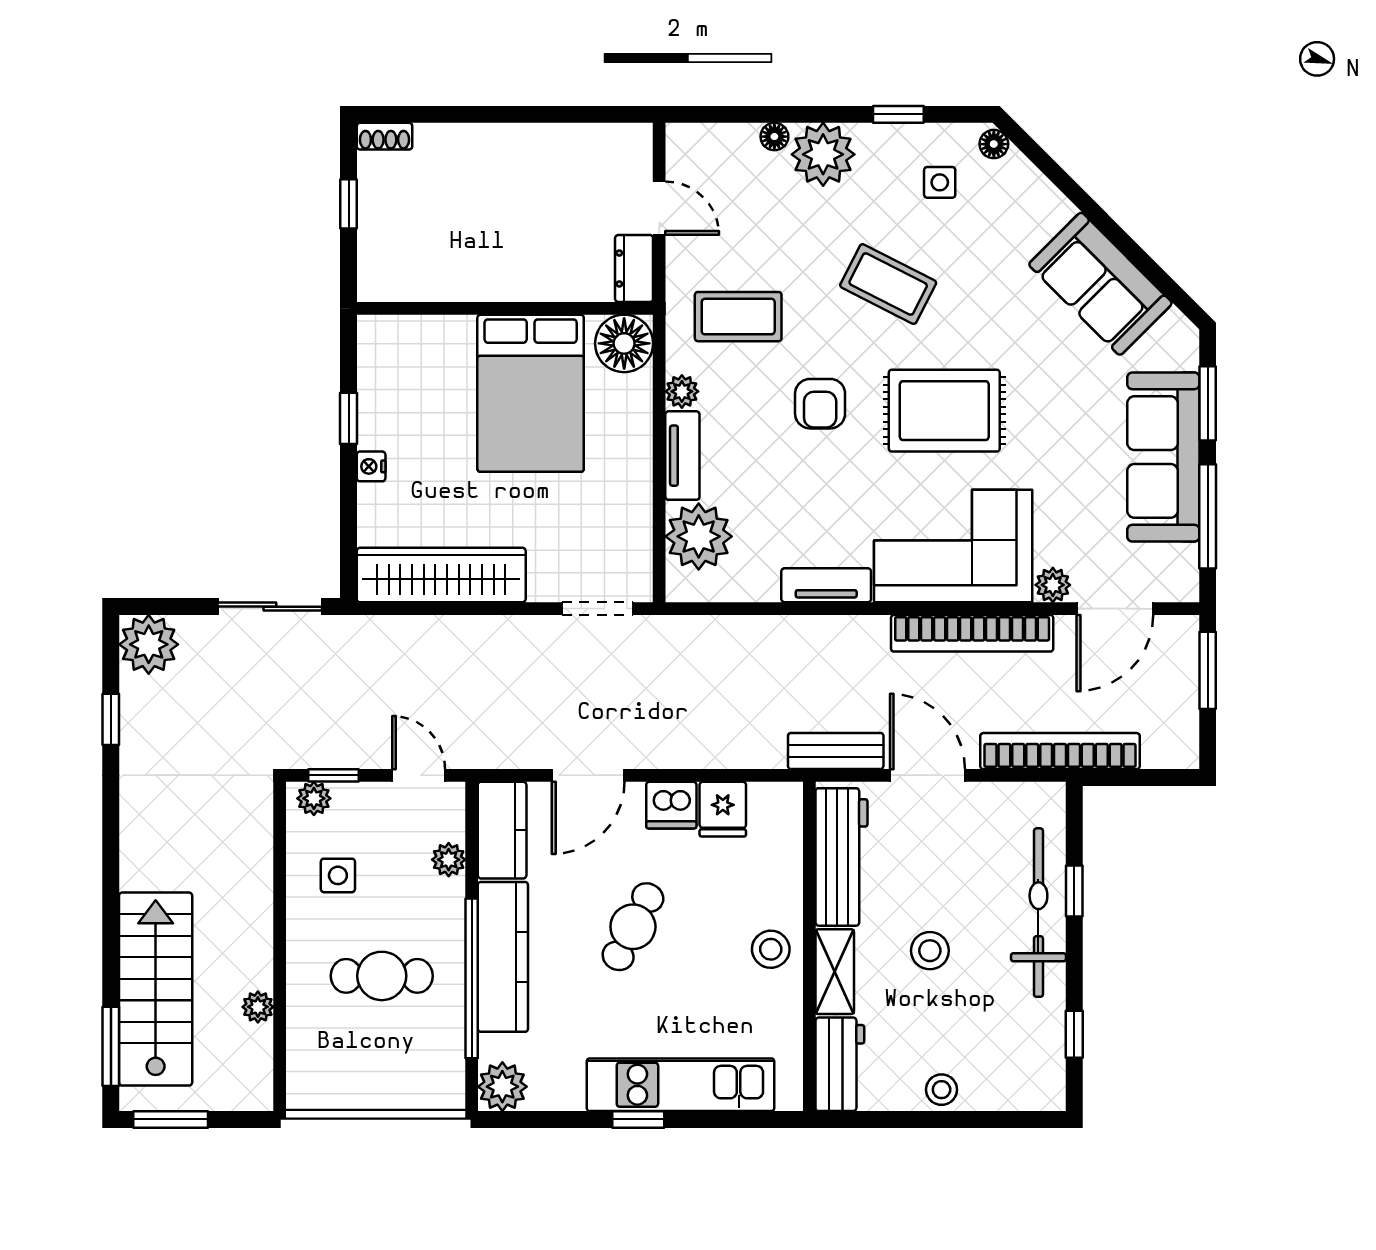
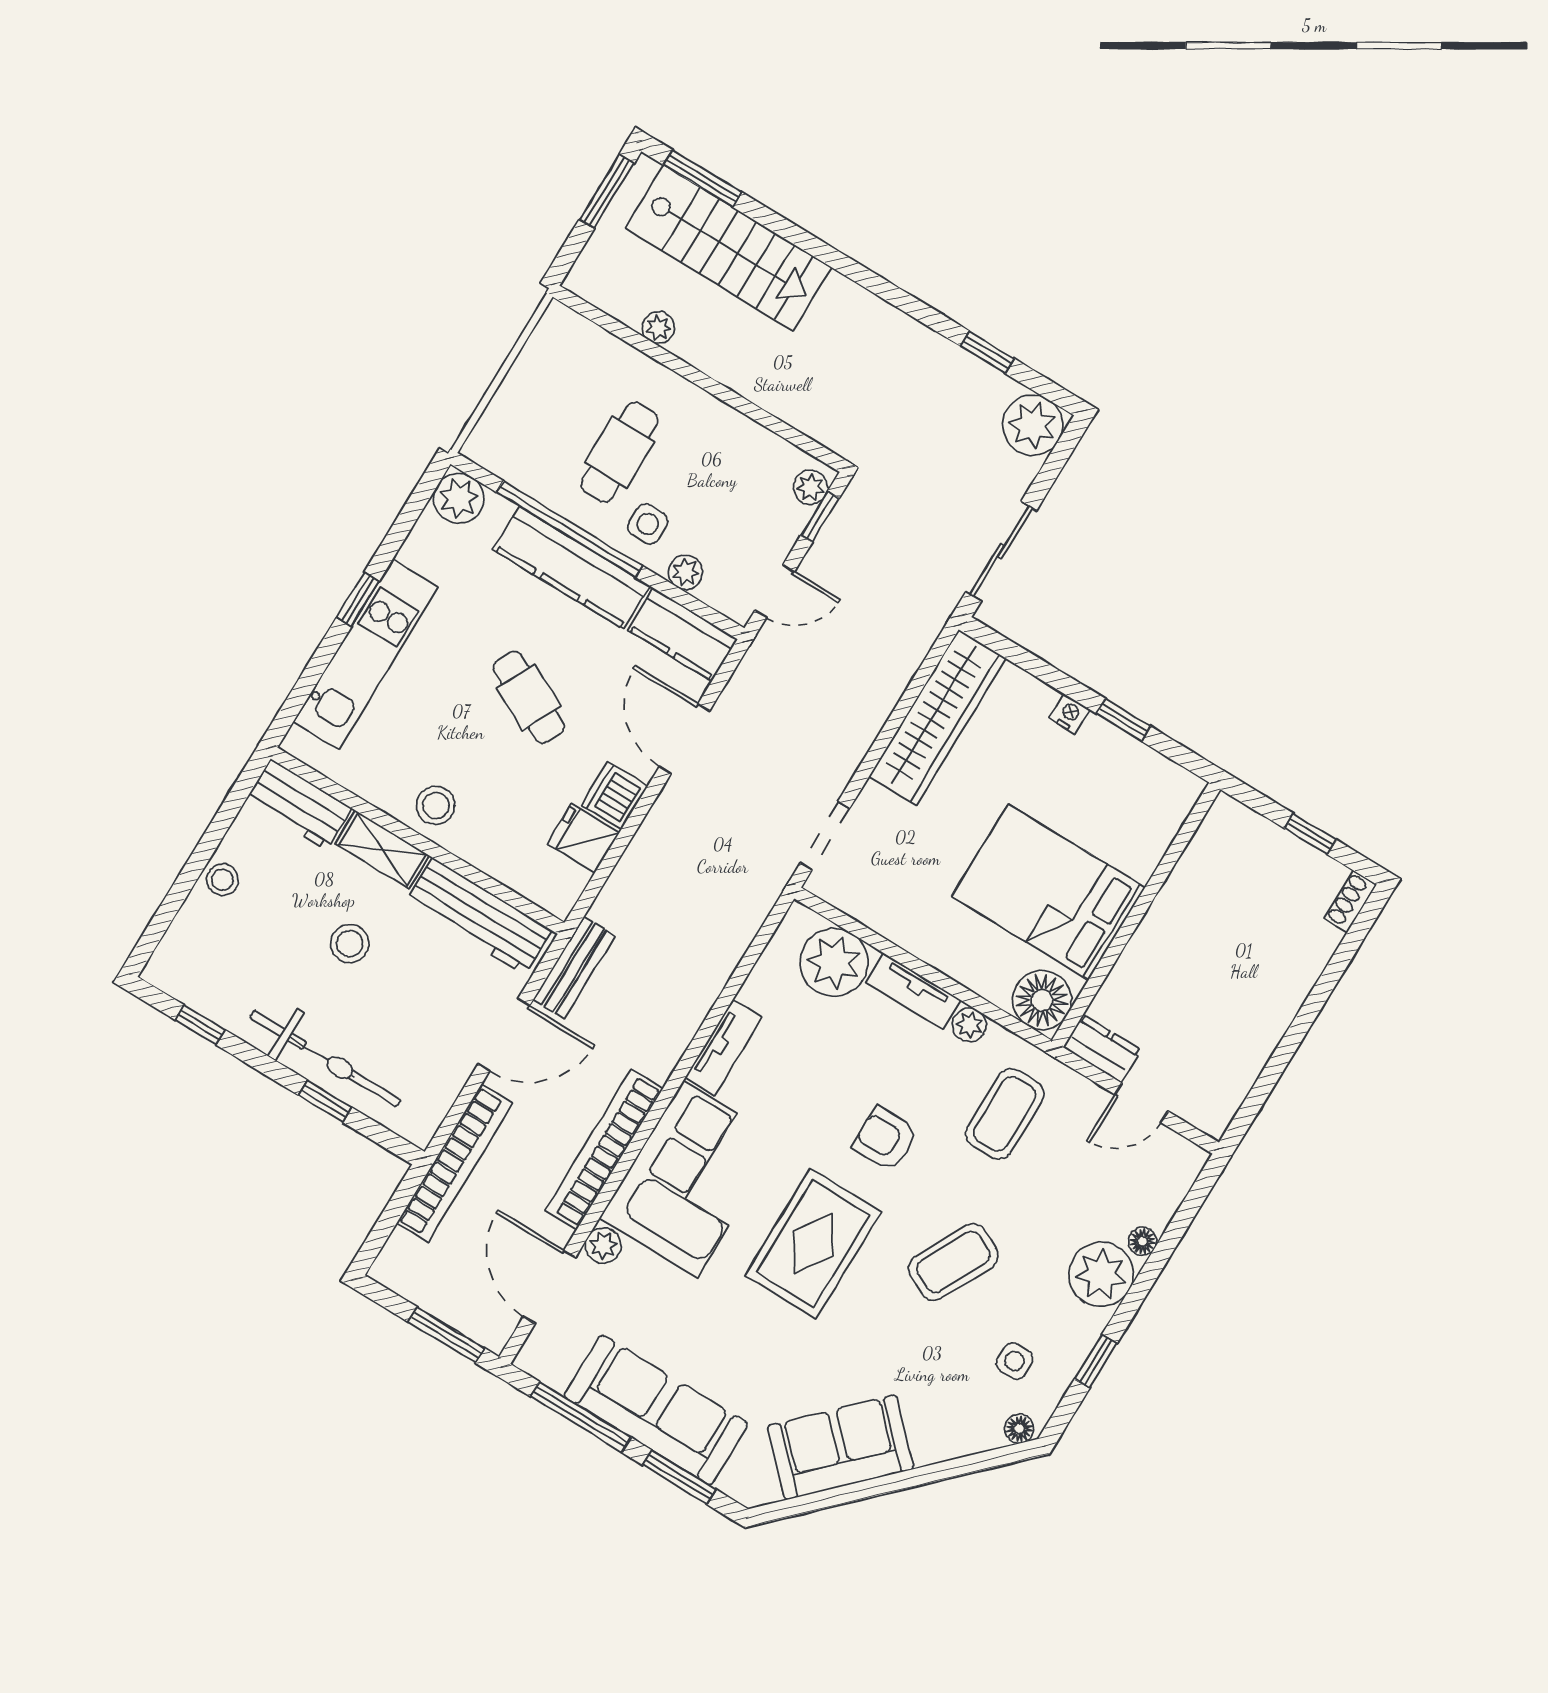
side table: (338, 875) -> (648, 524), moved

